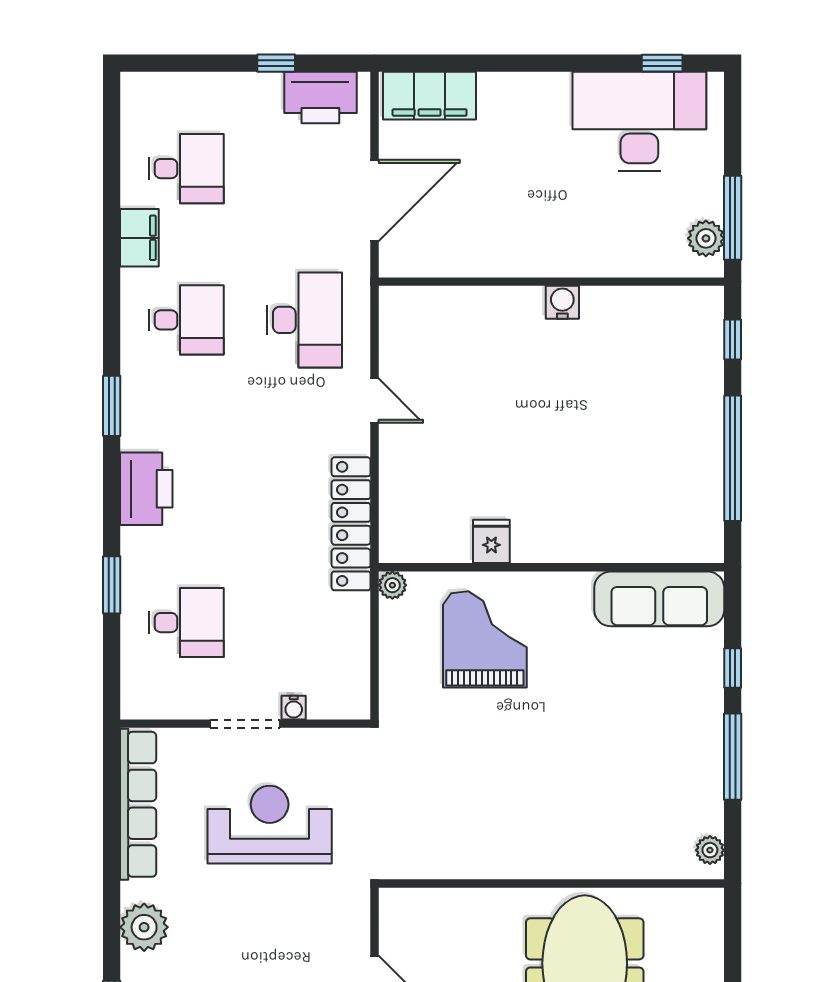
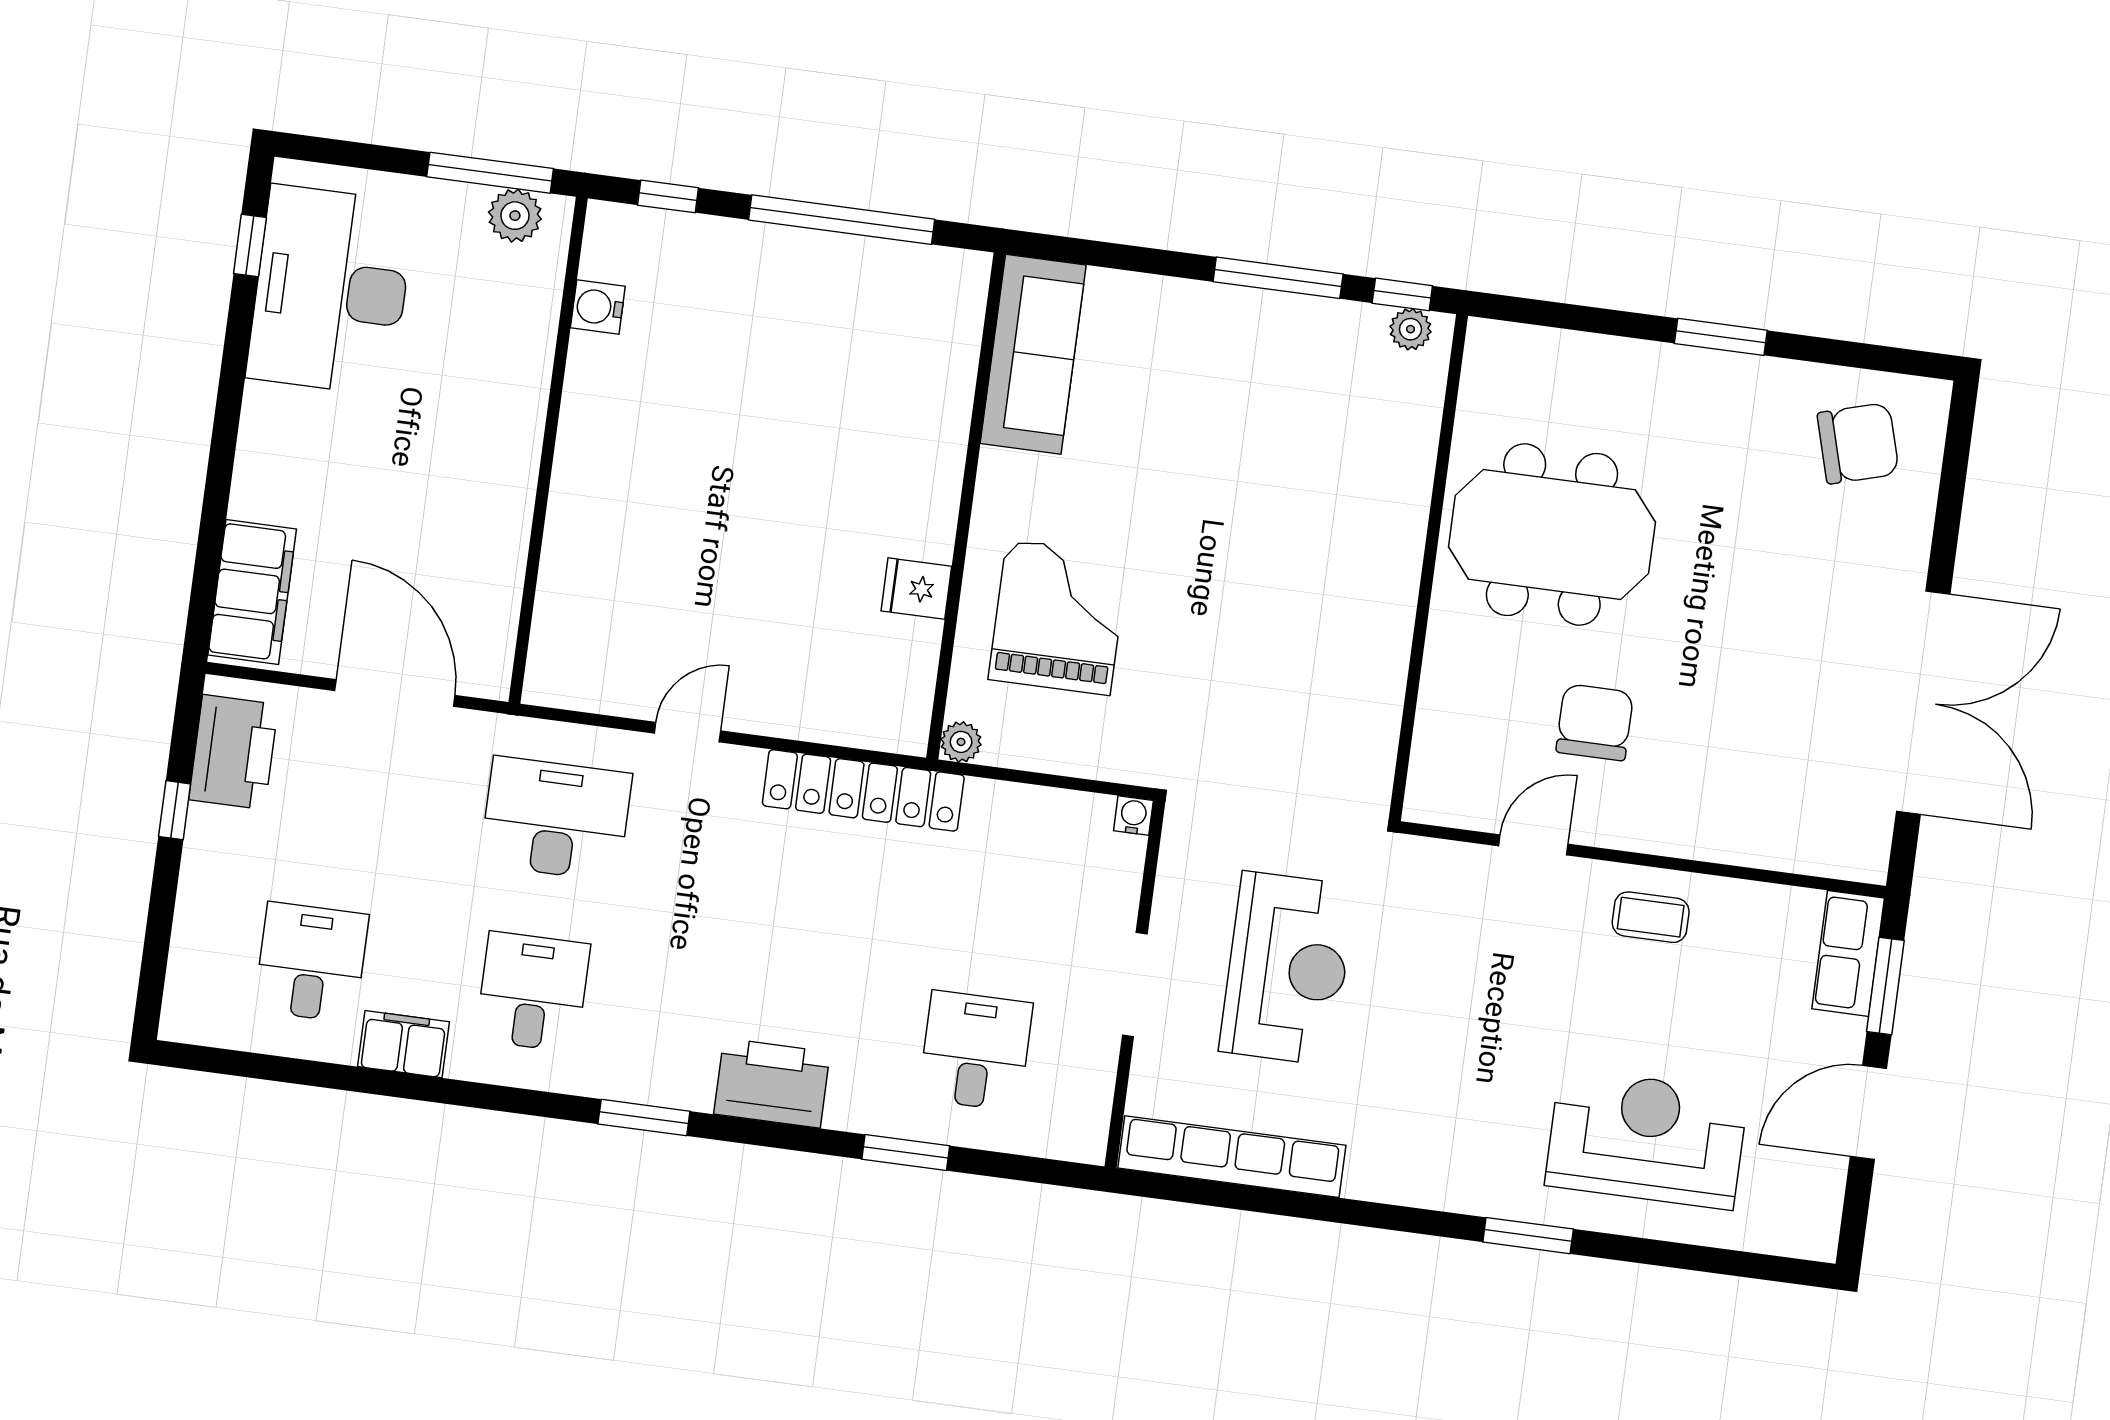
water cooler: (562, 302) -> (598, 307), moved
grand piano: (485, 639) -> (1058, 617), turned 90
window: (733, 668) -> (1402, 294), moved
water cooler: (294, 708) -> (1133, 816), moved, turned -90
reception desk: (270, 825) -> (1287, 968), turned 180
plant: (144, 927) -> (1413, 1172), removed

